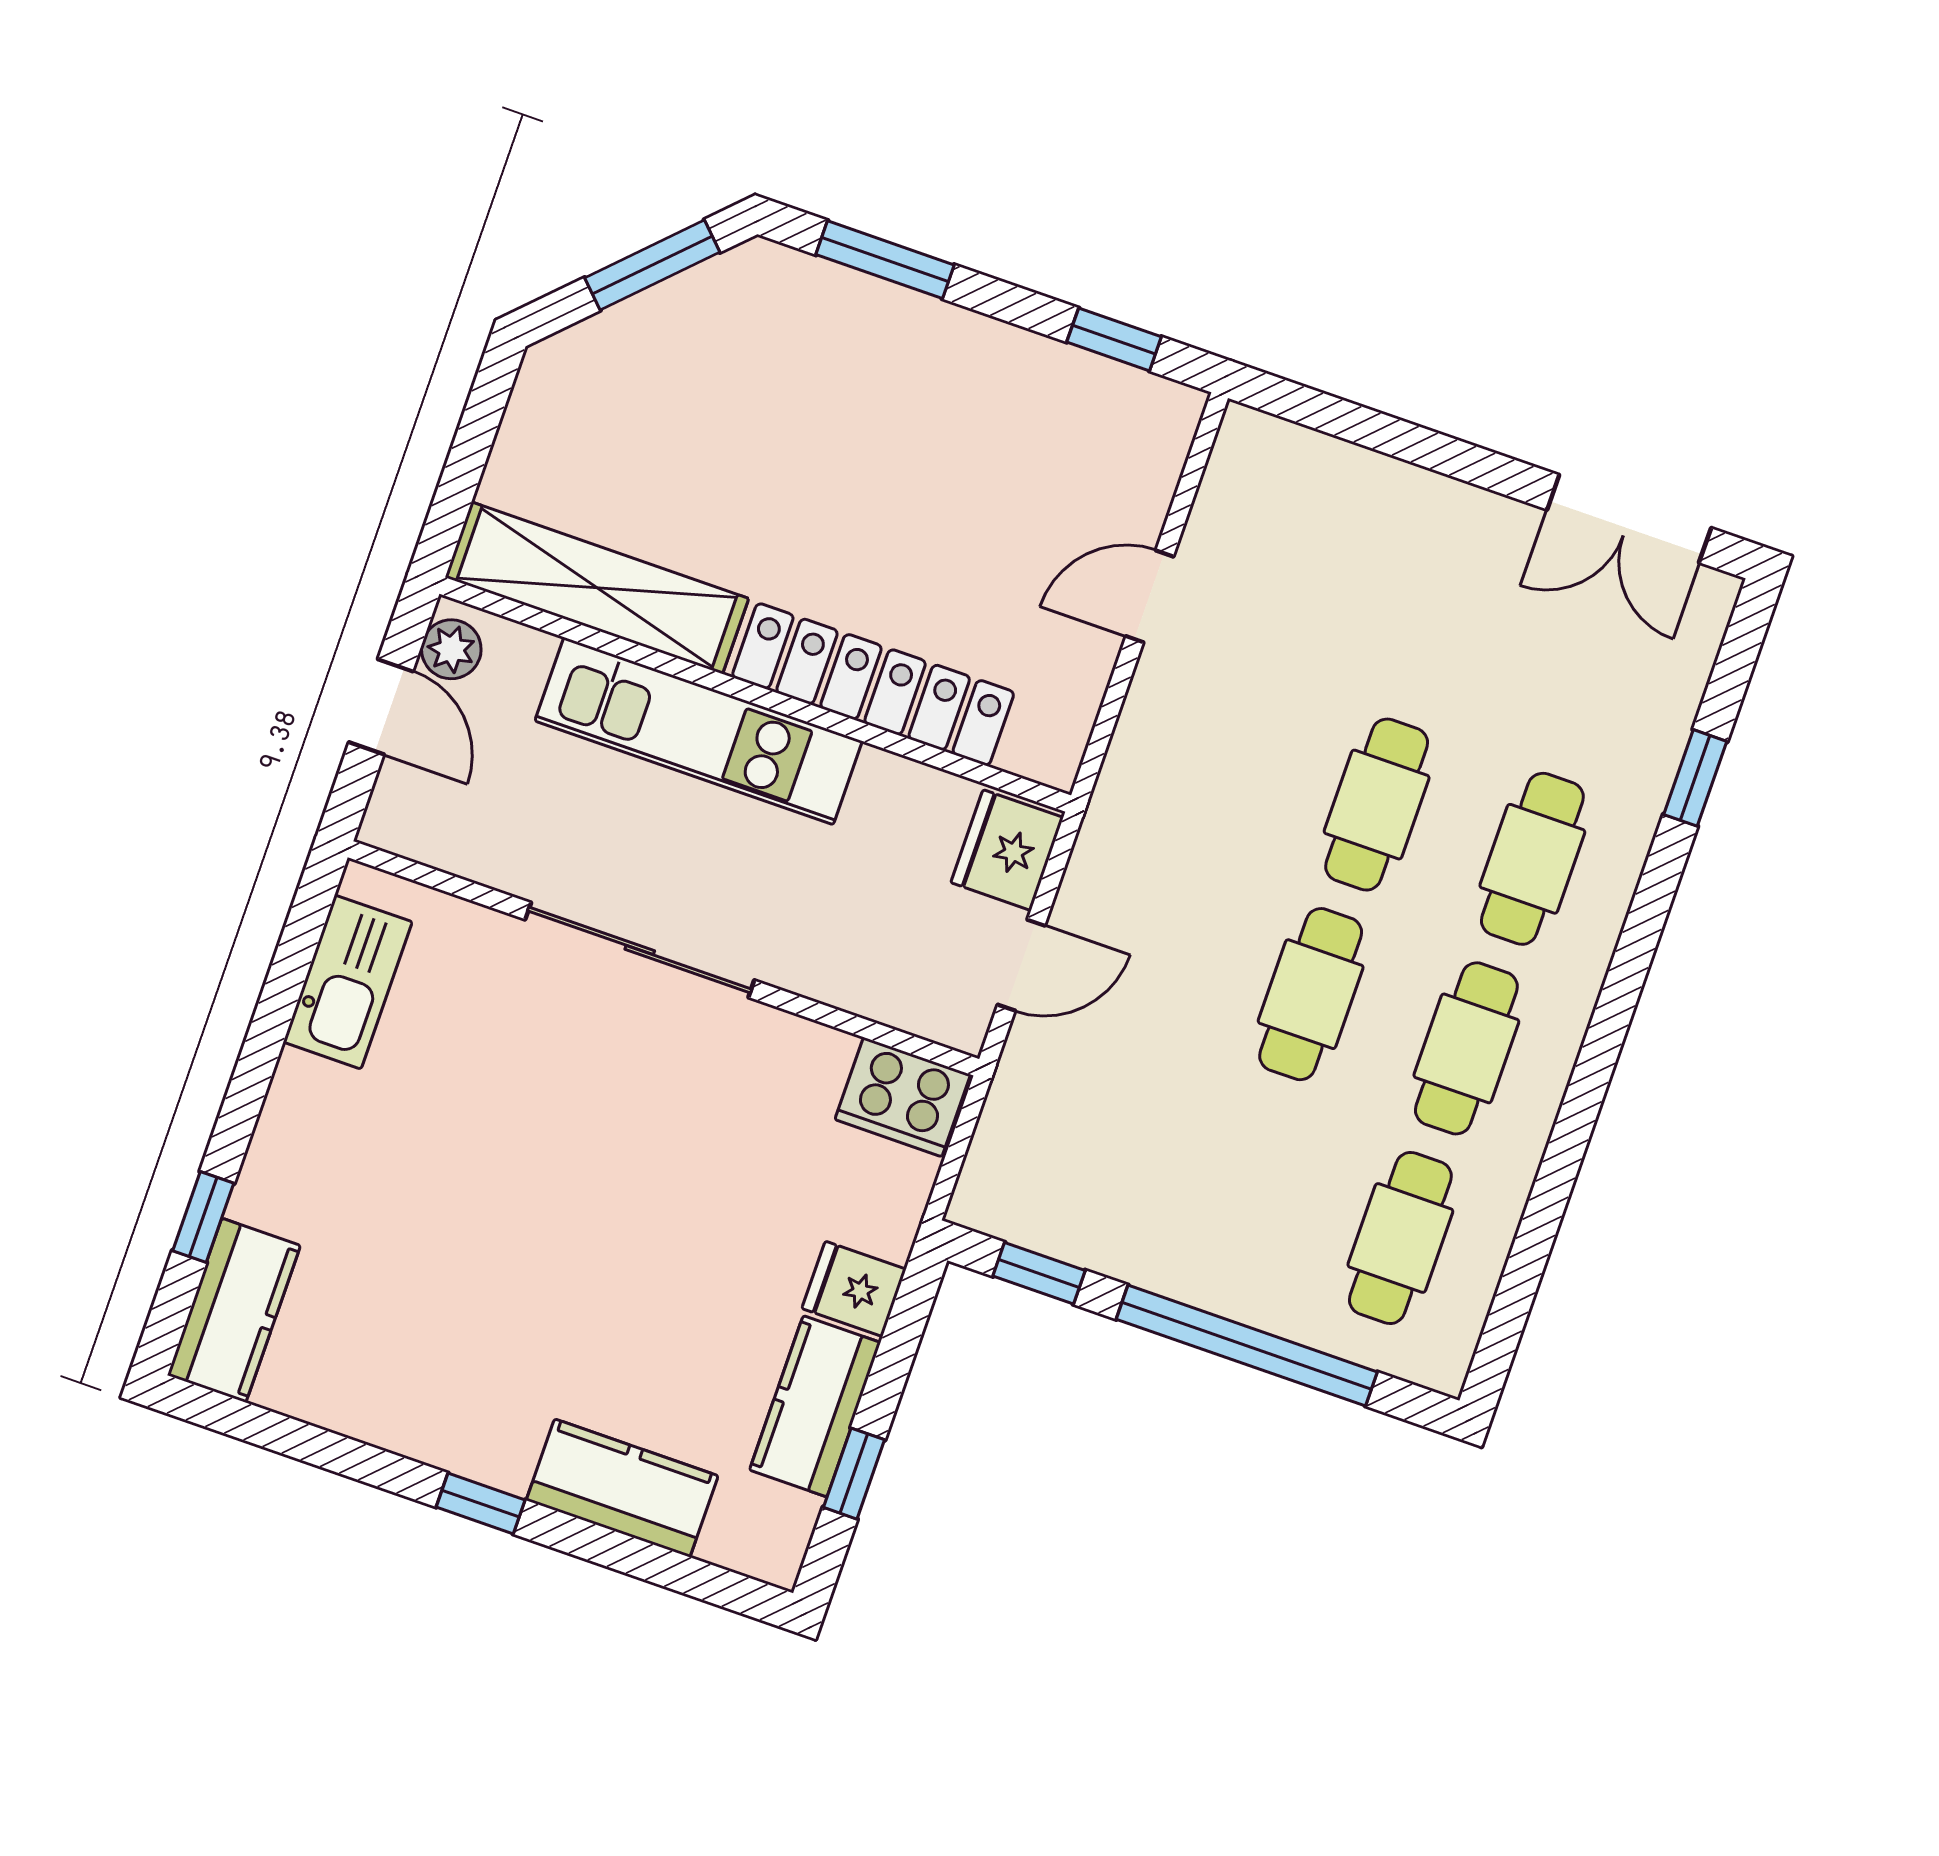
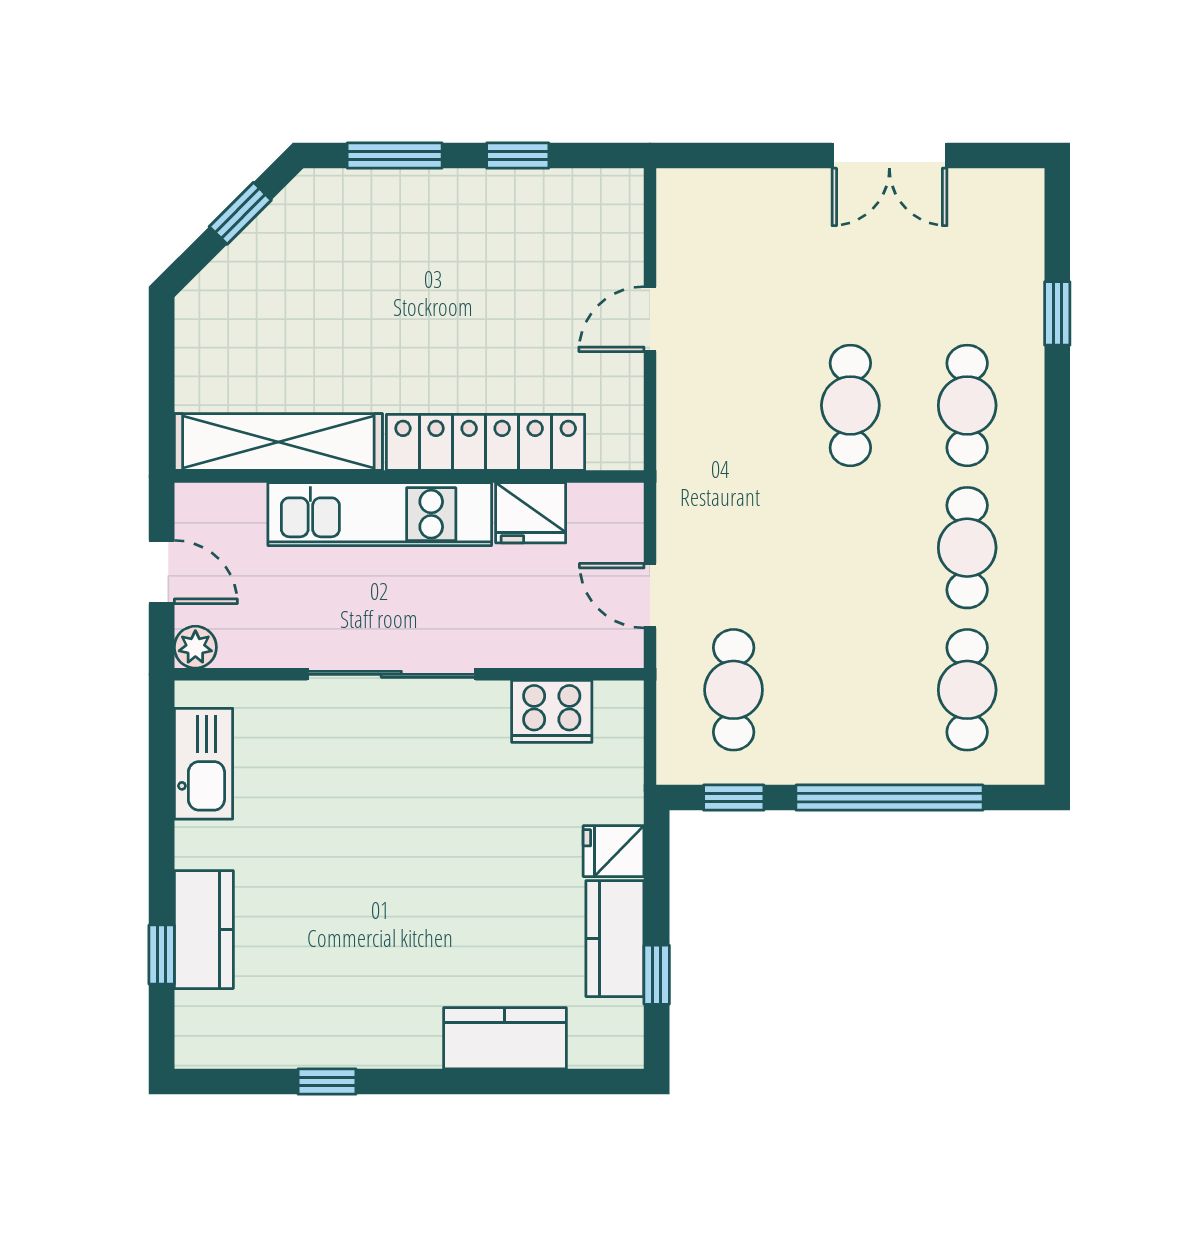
window: (652, 265) -> (240, 213), width x0.67
window: (1114, 339) -> (518, 156), moved
double door: (1629, 519) -> (889, 156), moved
plant: (451, 649) -> (195, 647), moved
fridge: (1007, 850) -> (531, 513), moved, turned -90
door: (1021, 965) -> (650, 596), swing flipped
cafe table: (1311, 994) -> (734, 690), moved
cooker: (903, 1097) -> (552, 711), moved
kitchen counter: (234, 1310) -> (204, 930), moved
window: (481, 1503) -> (327, 1082), moved

